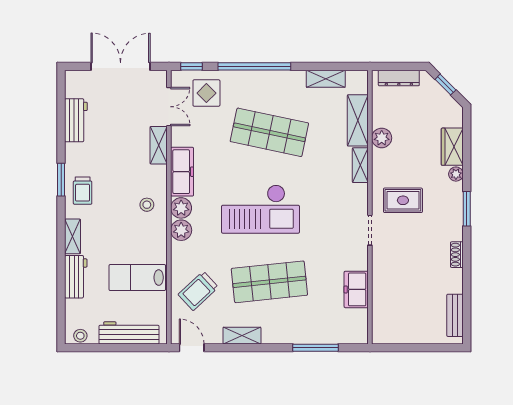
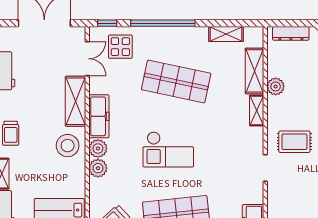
shelving: (159, 145) -> (76, 101), width x1.50, depth x1.33
stool: (147, 205) -> (68, 146), width x1.89, depth x1.89
checkout: (260, 209) -> (168, 149), width x0.73, depth x0.83

